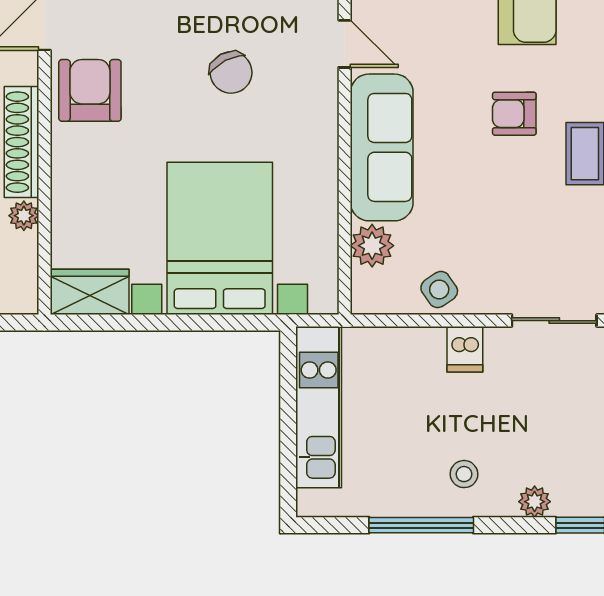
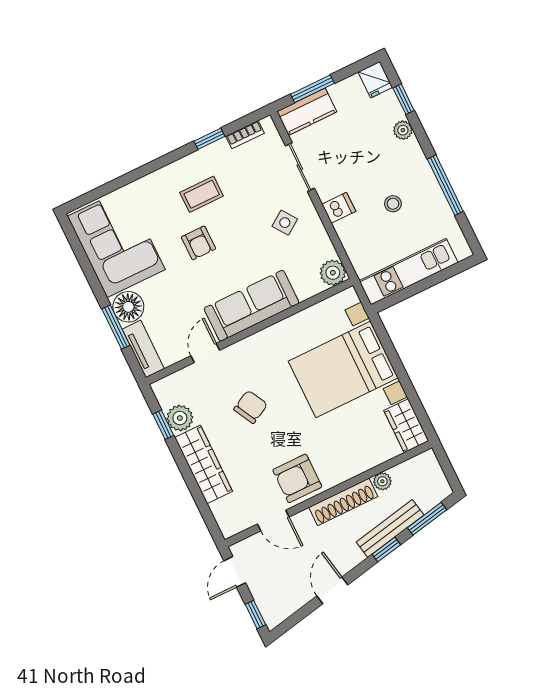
plant: (372, 246) -> (333, 273), moved
side table: (439, 289) -> (285, 223), moved
stool: (464, 474) -> (393, 204), moved

